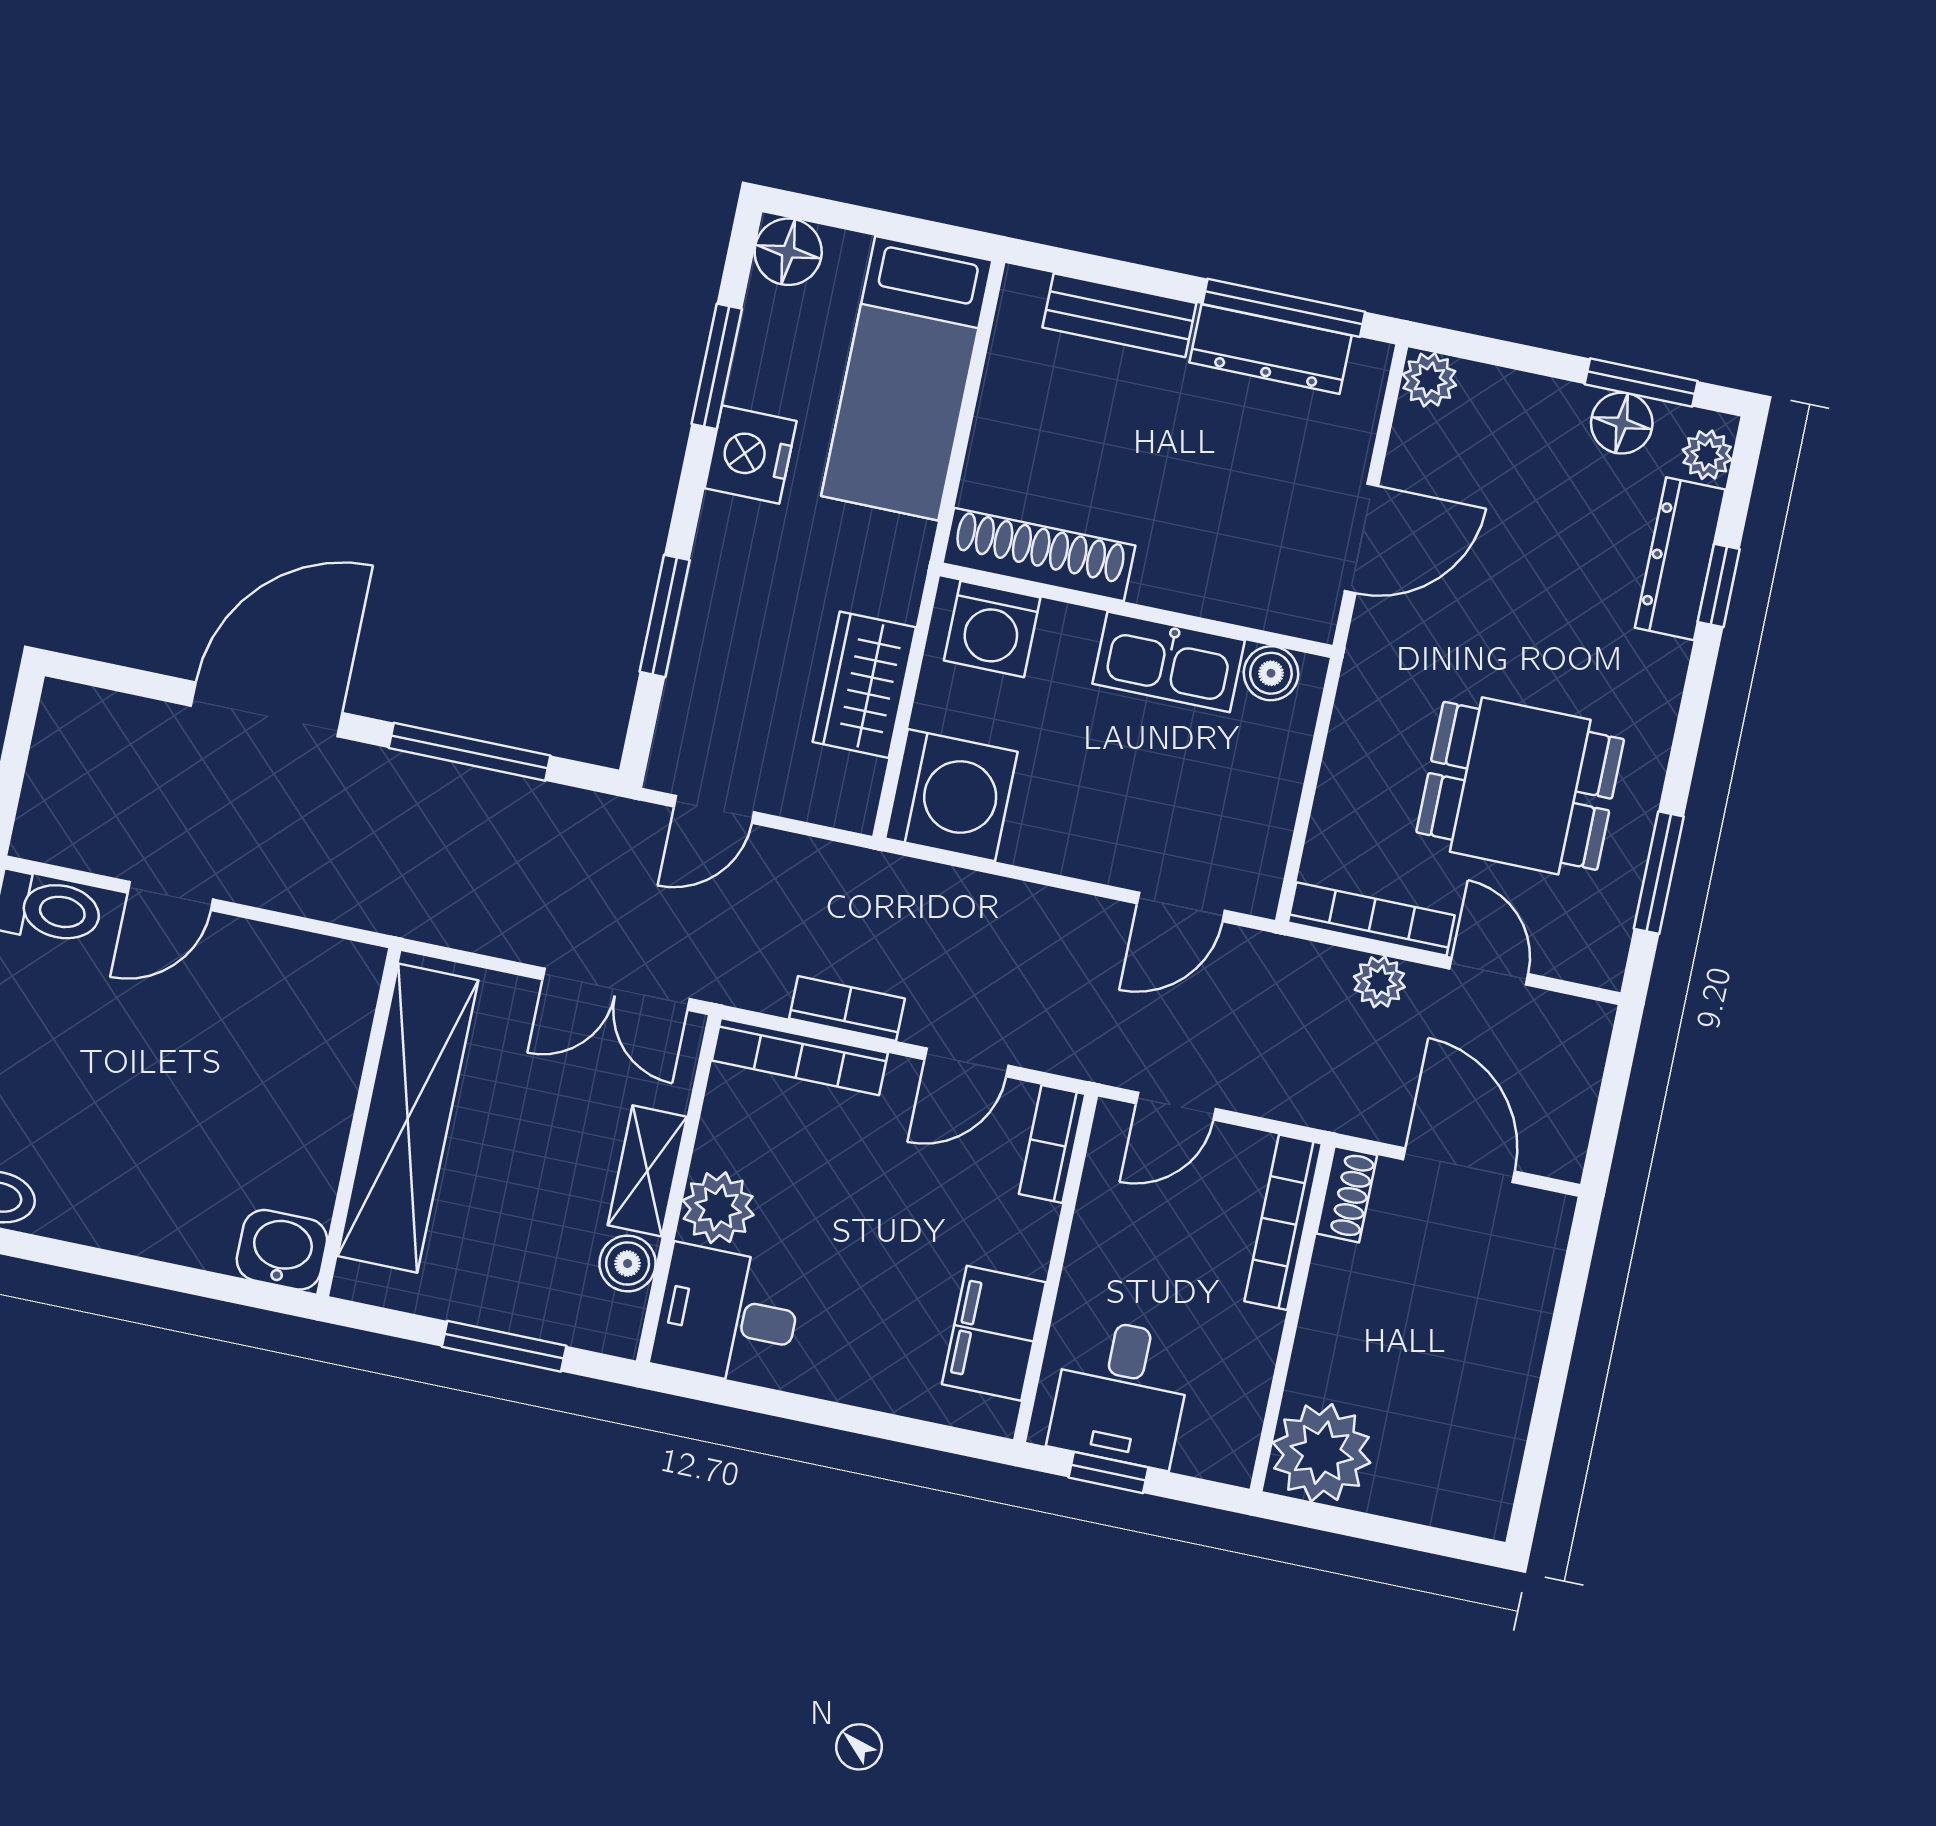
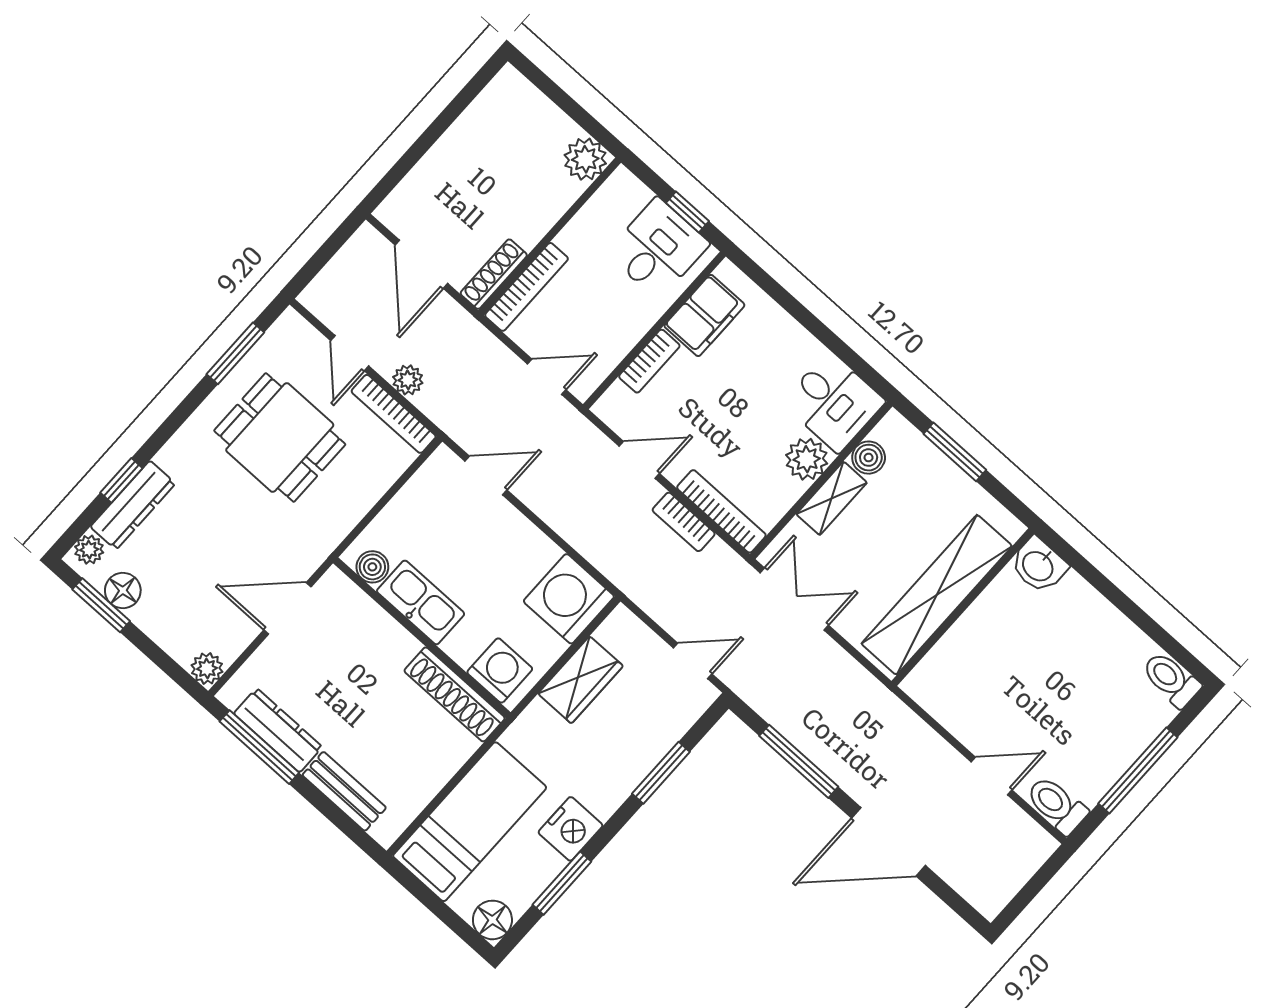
bookcase: (1052, 1144) -> (649, 361), moved
shoe rack: (1347, 1194) -> (494, 274), width x1.43
plant: (1322, 1453) -> (585, 159), width x0.73, depth x0.73

